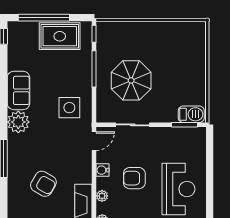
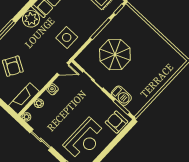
barbecue: (191, 114) -> (121, 96), moved
armchair: (134, 178) -> (116, 122), moved

